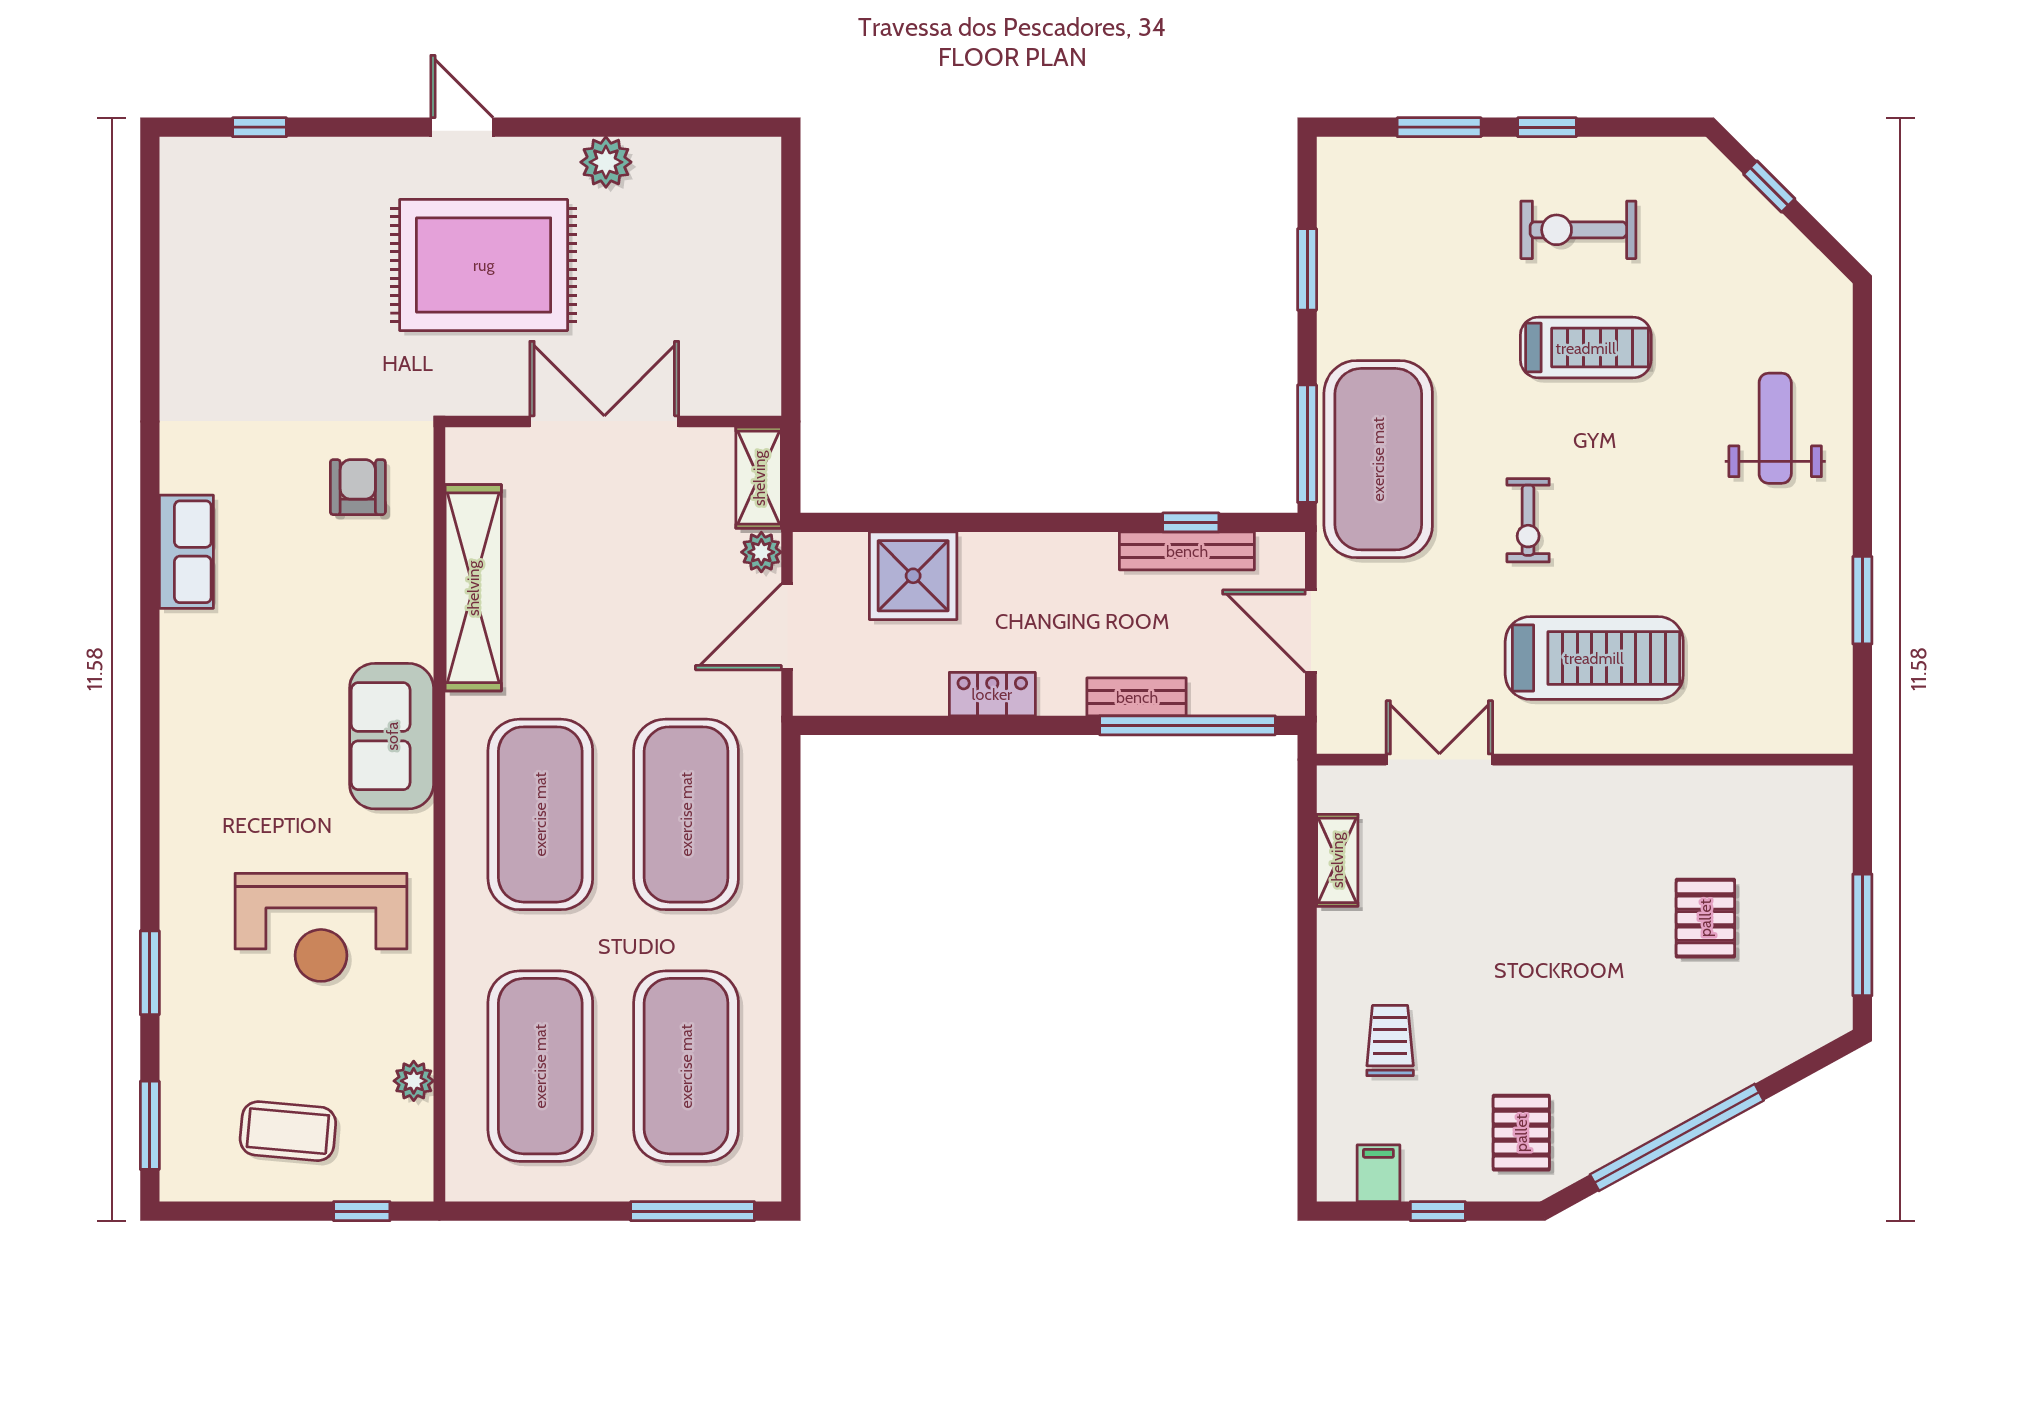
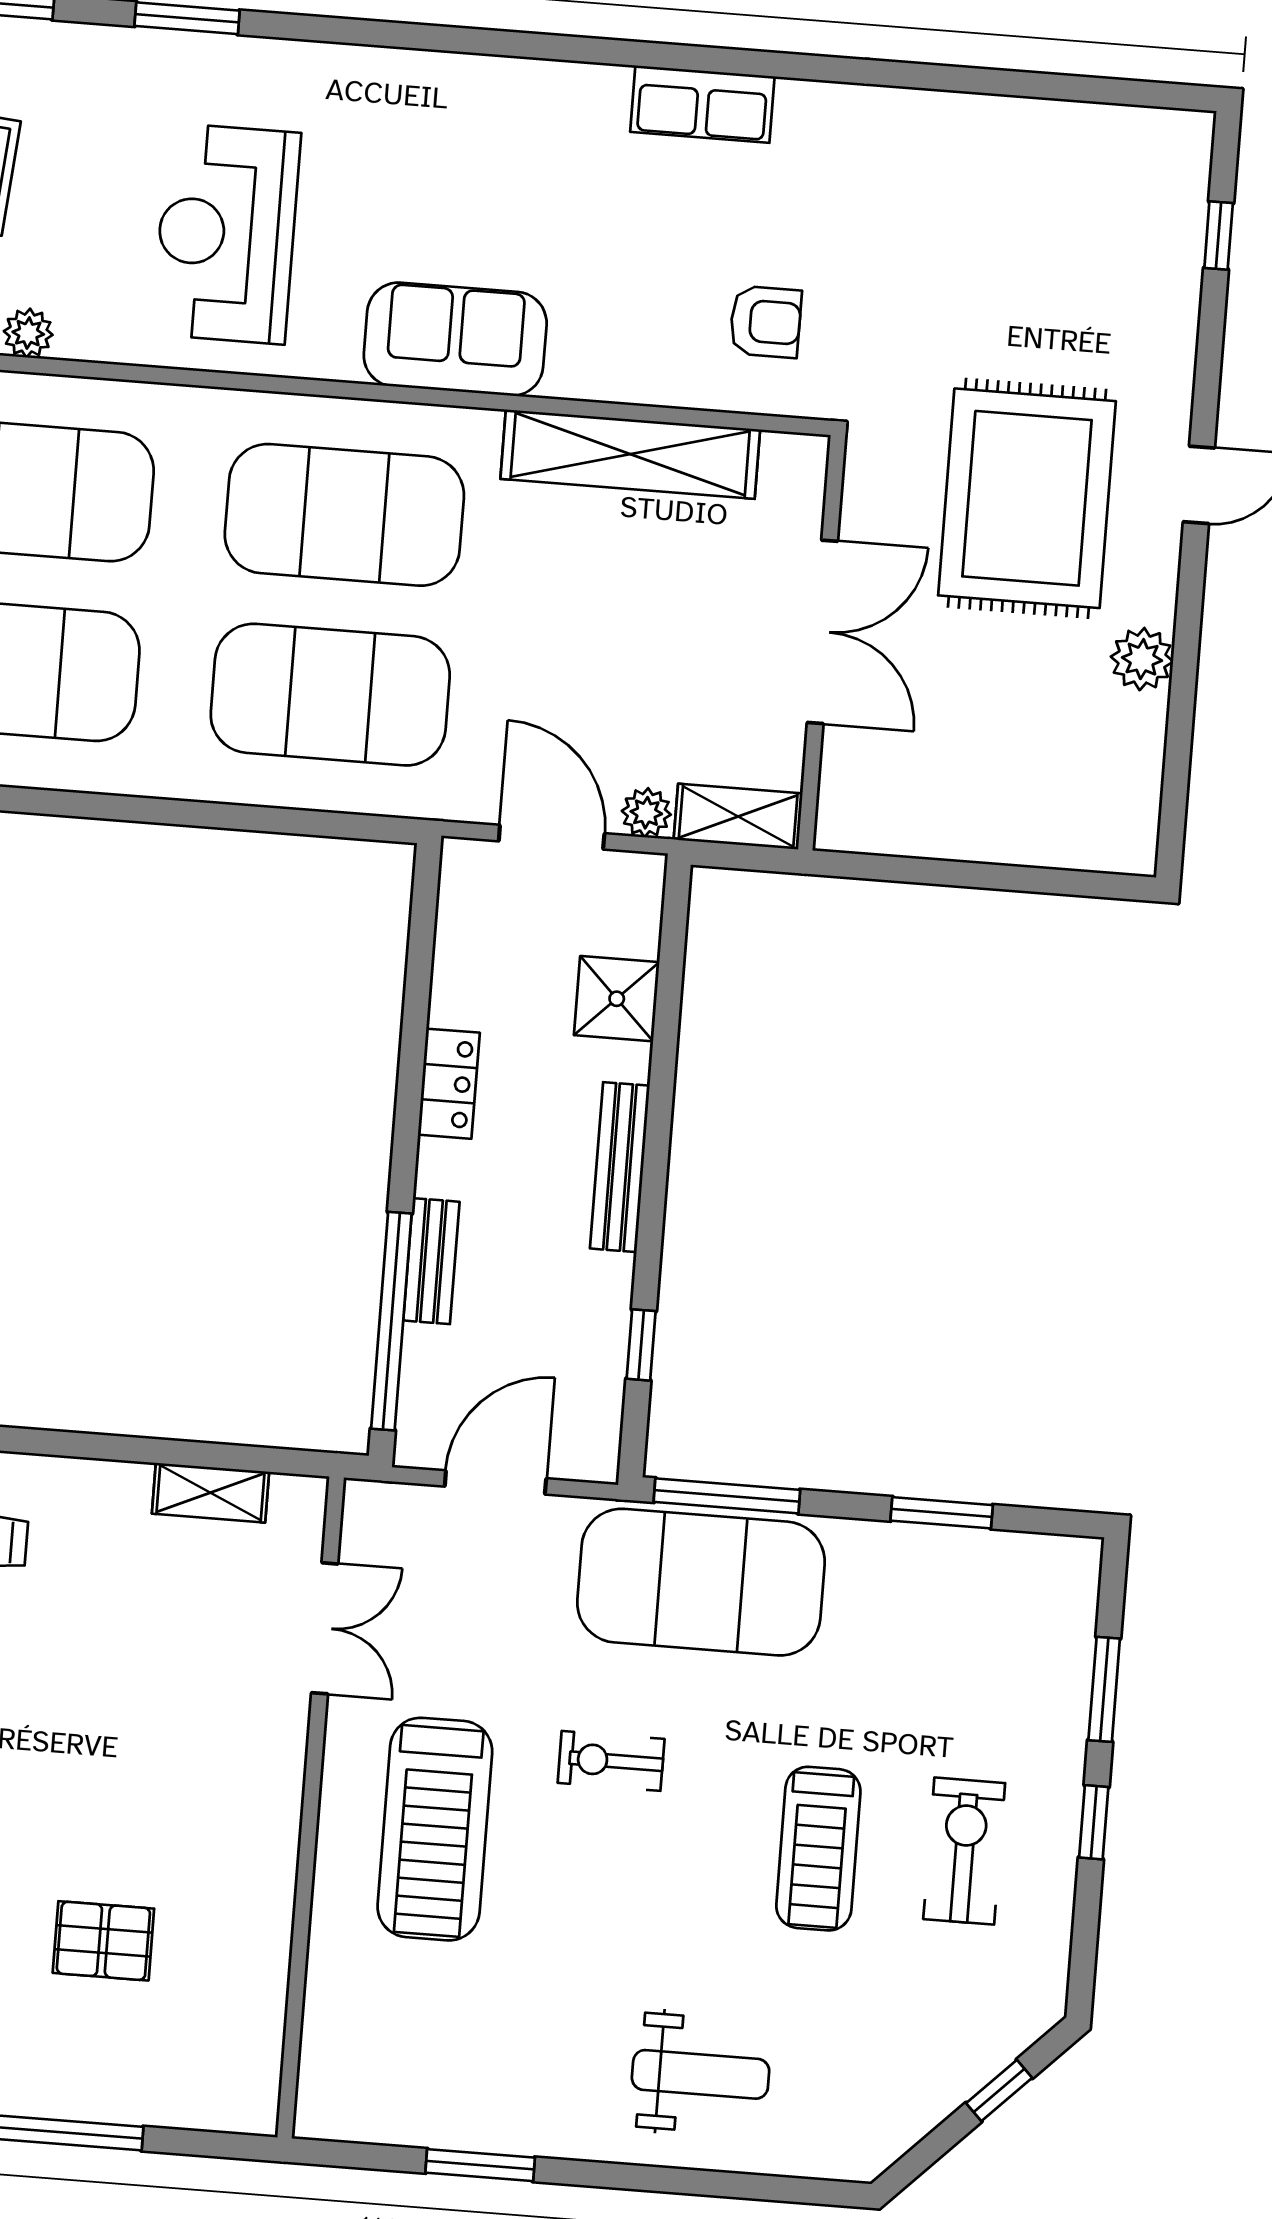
bench: (1187, 551) -> (620, 1167), moved
shower: (913, 576) -> (617, 999), width x0.73, depth x0.73

